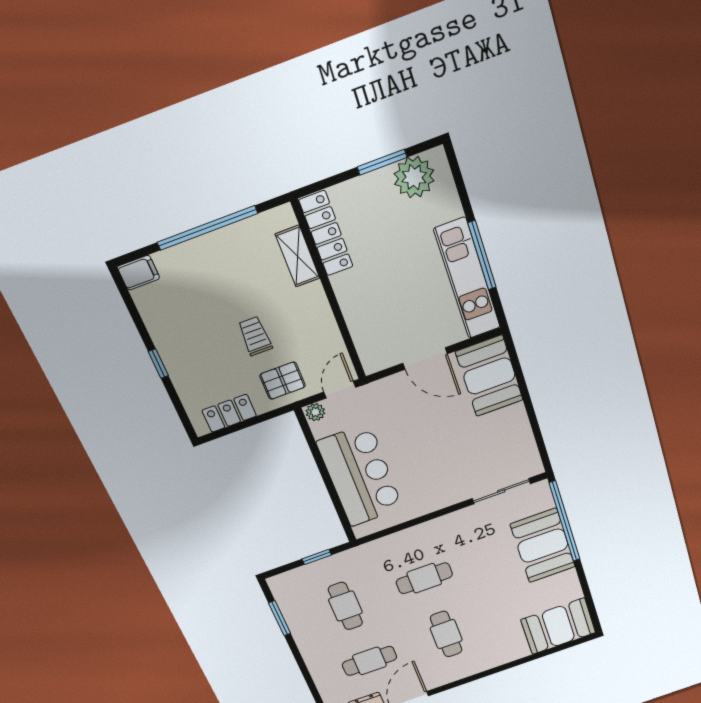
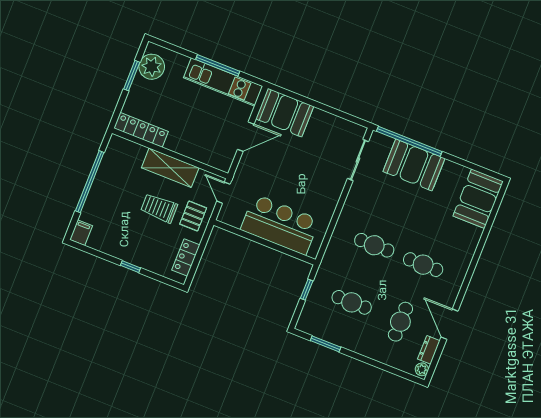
shelving: (298, 256) -> (170, 168), moved, width x1.50, depth x1.33
trolley: (255, 336) -> (159, 208), width x1.36, depth x1.39
plant: (315, 412) -> (224, 215), removed
cafe table: (424, 578) -> (374, 245), turned 90

